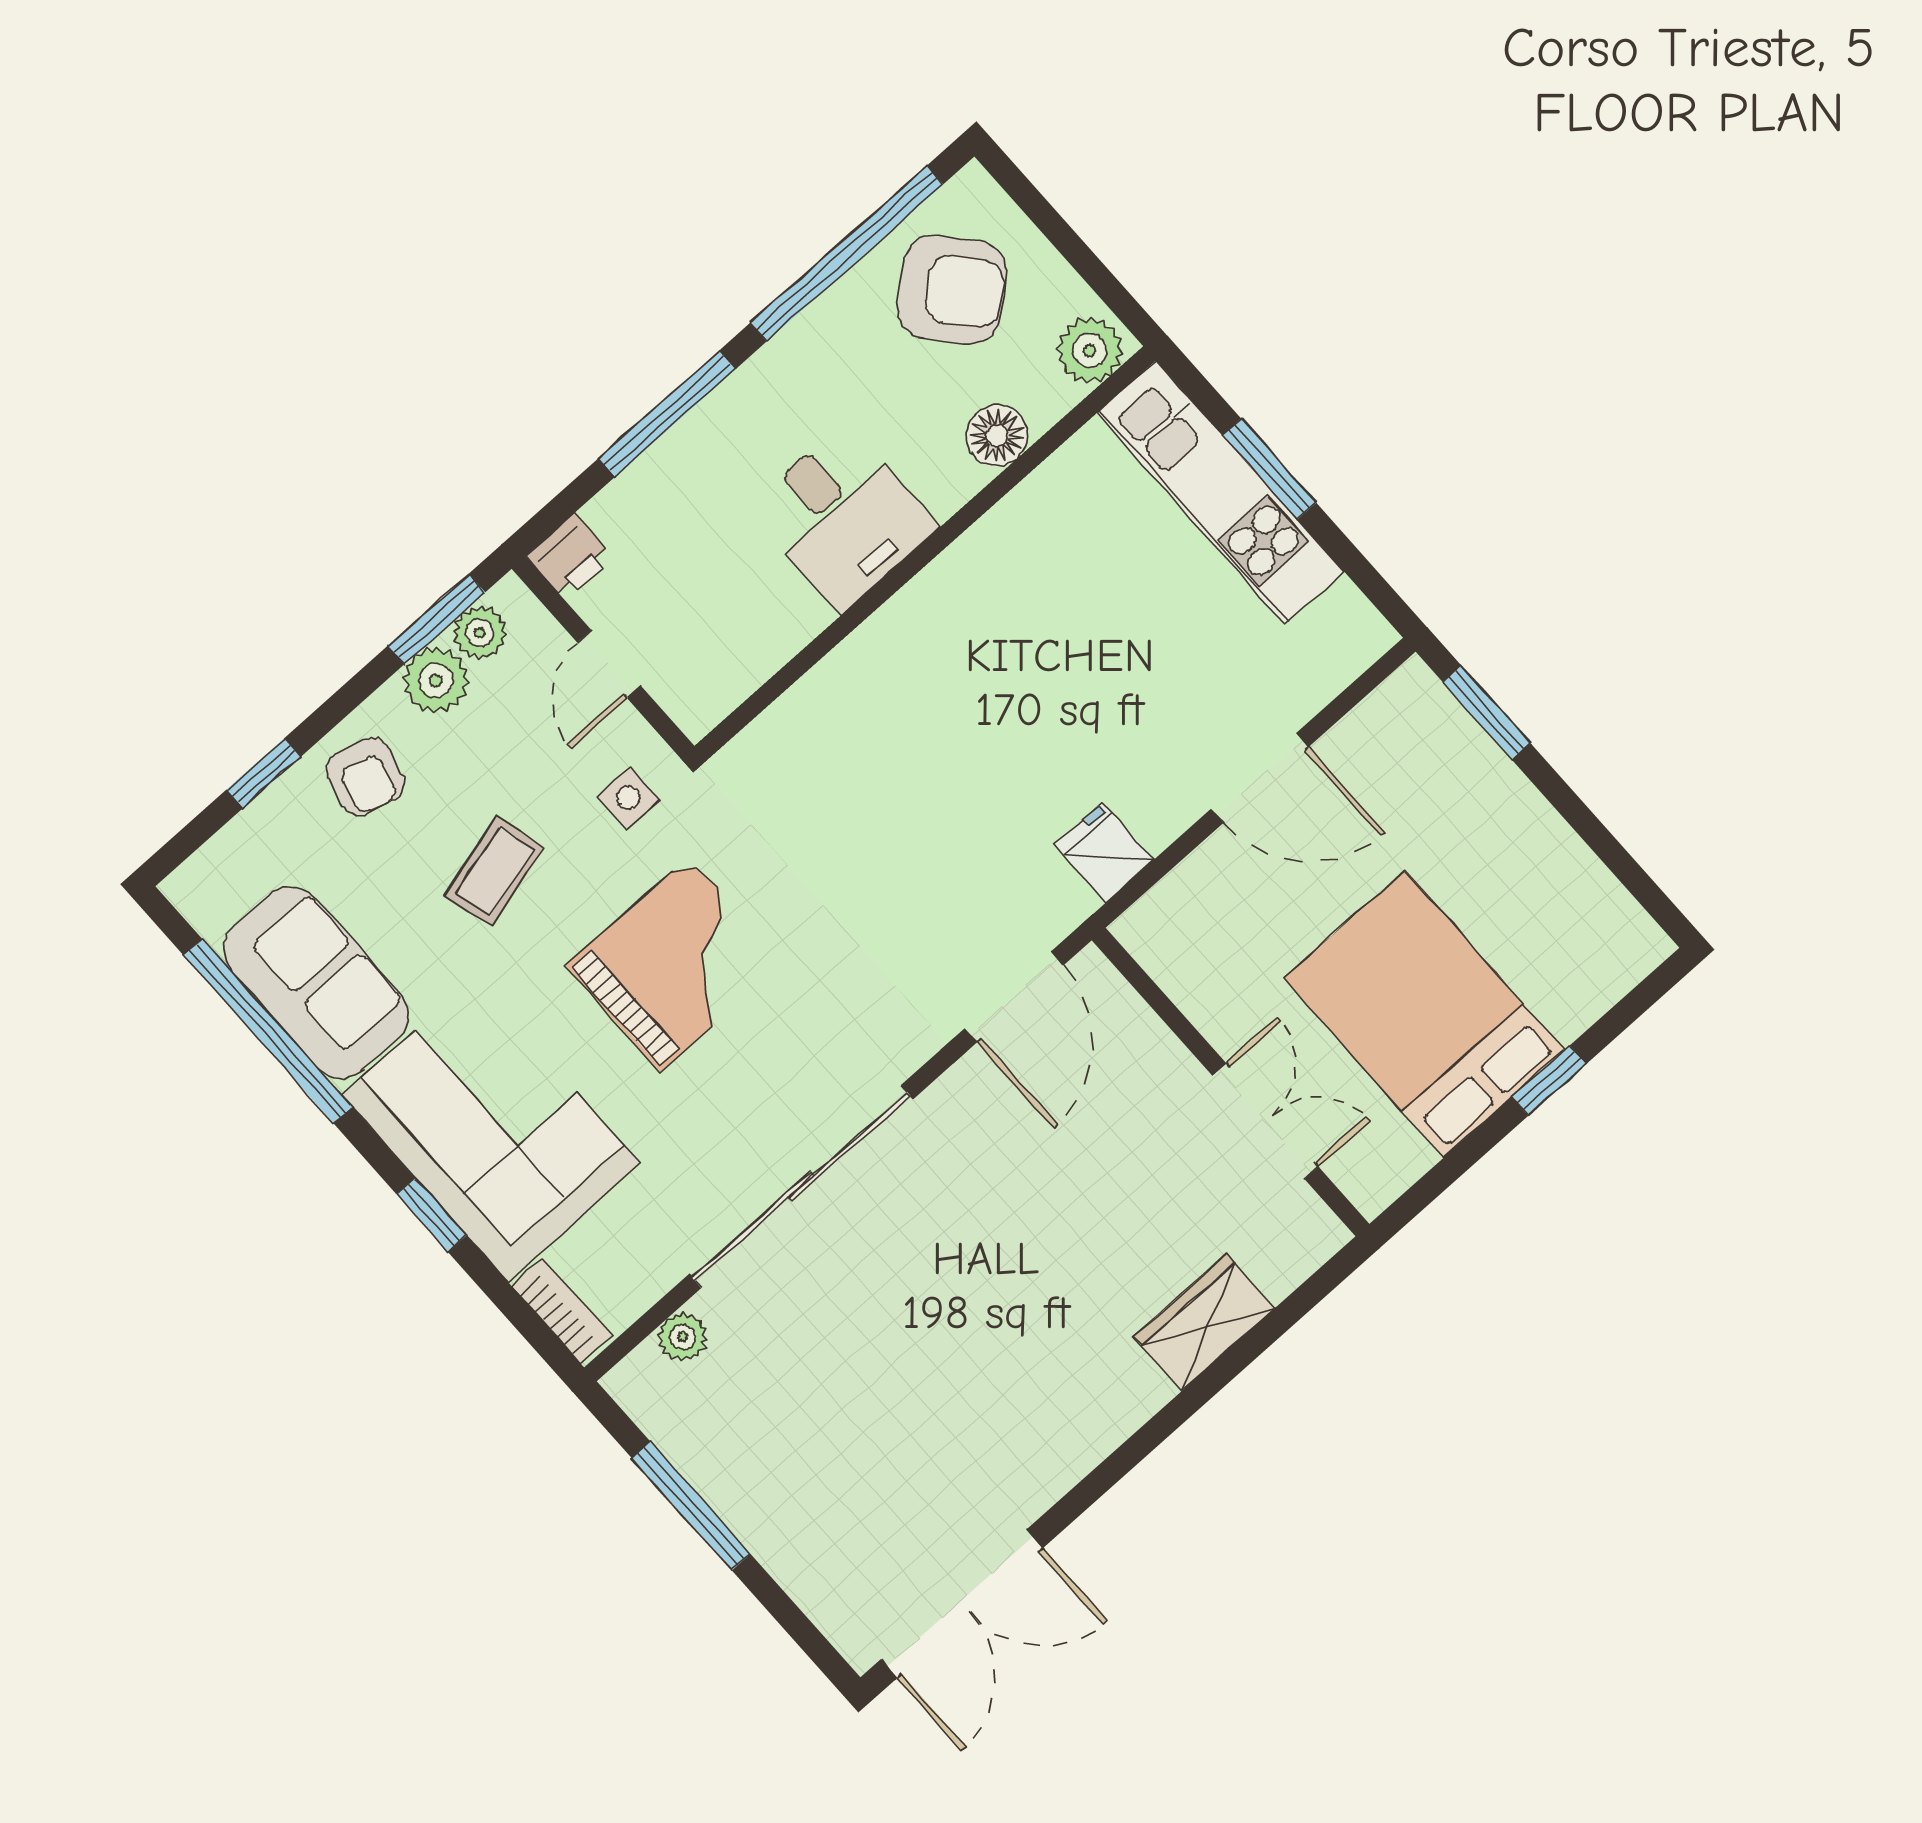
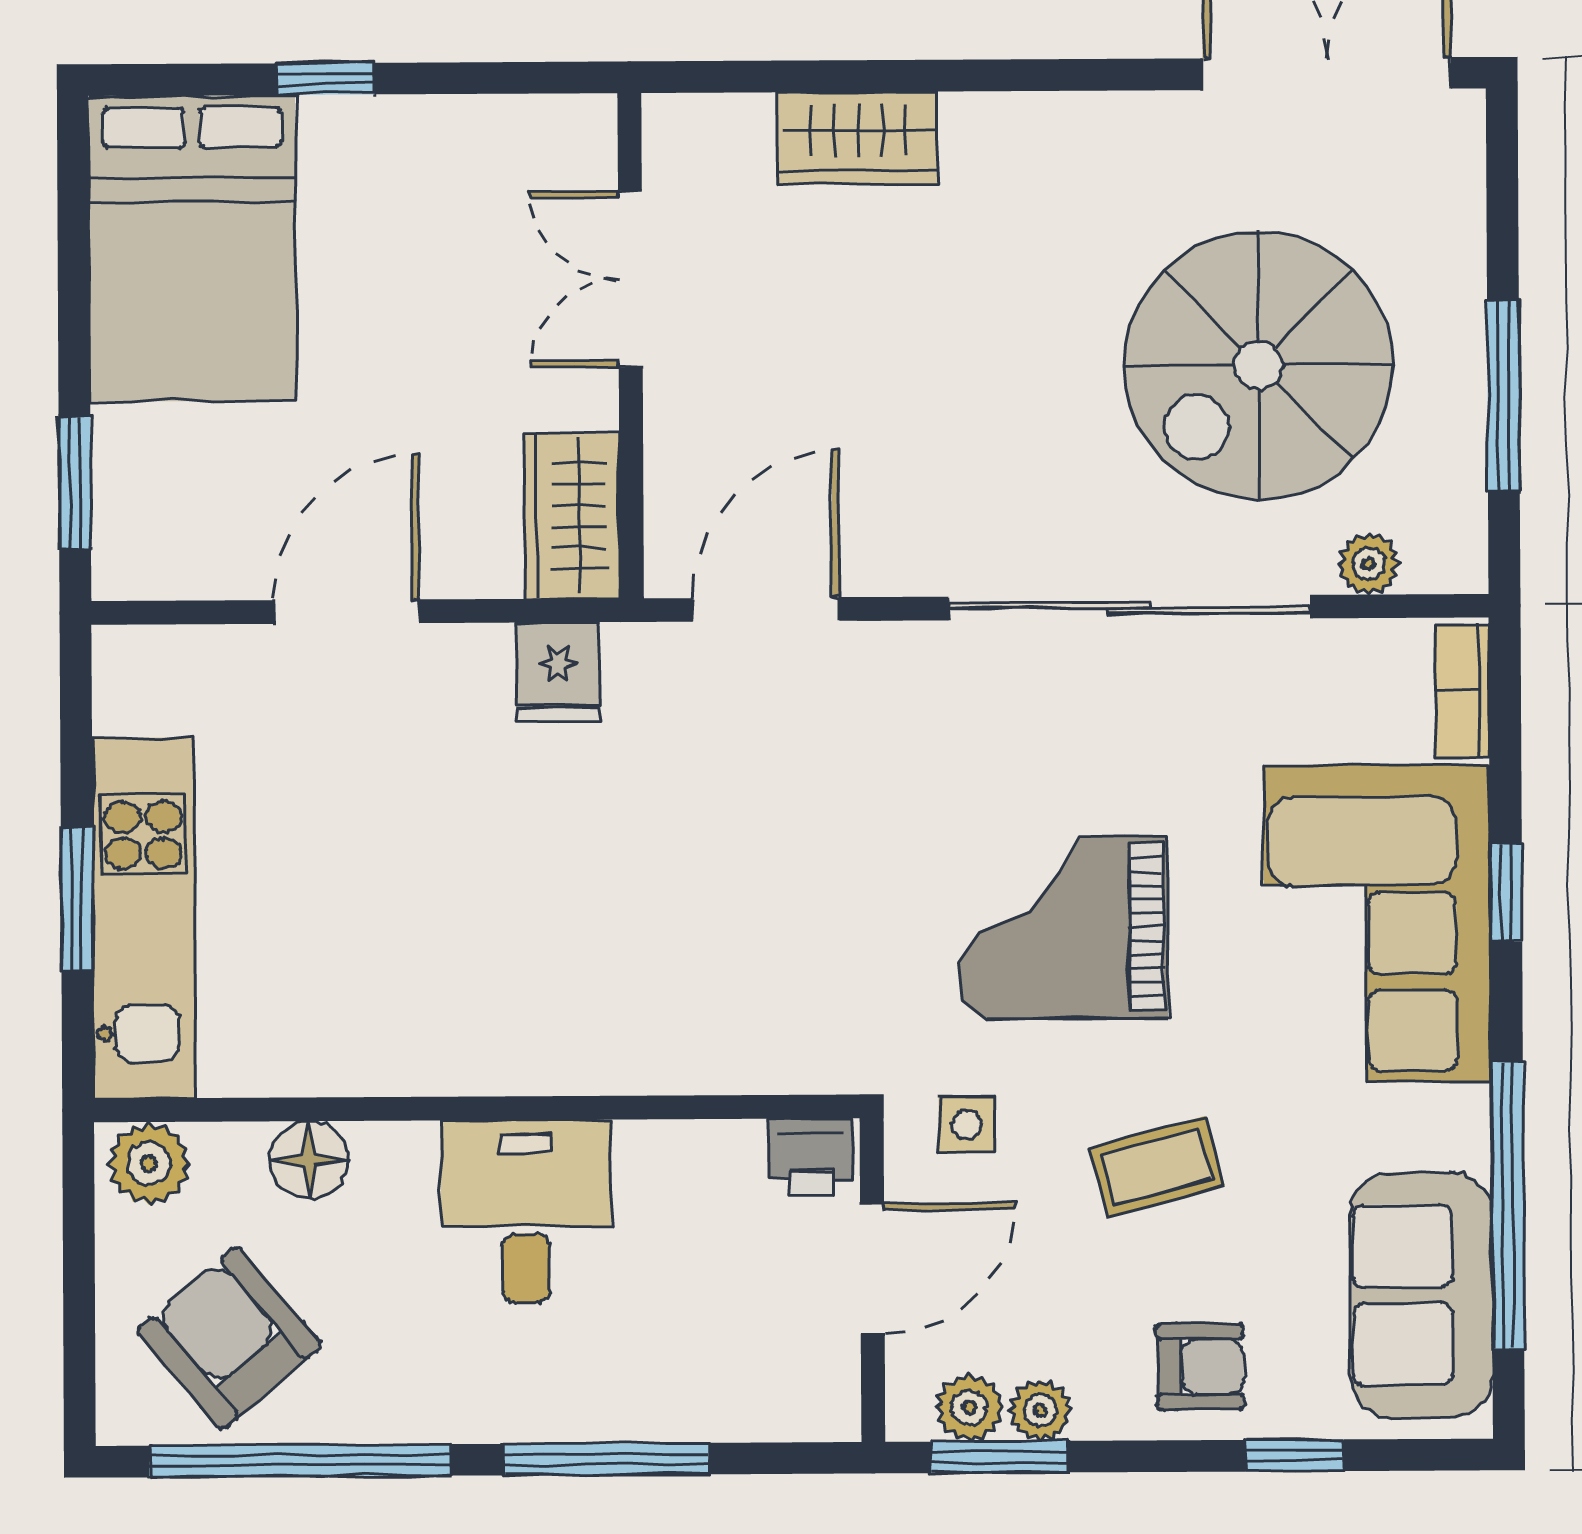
printer: (570, 557) -> (811, 1156), moved, turned 180
door: (609, 664) -> (872, 1268), width x1.38
plant: (436, 680) -> (1040, 1410), width x0.73, depth x0.73
armchair: (365, 777) -> (1200, 1367), turned 74
door: (1260, 778) -> (347, 612), hinge flipped
wardrobe: (1177, 951) -> (572, 516), added
sofa: (316, 983) -> (1421, 1295), moved
bed: (1424, 1014) -> (193, 248), moved
spiral stairs: (851, 1396) -> (1258, 365), added

